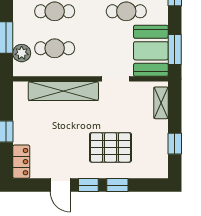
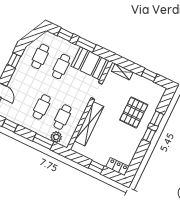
window: (175, 50) -> (86, 45), moved
door: (60, 185) -> (141, 151), removed

